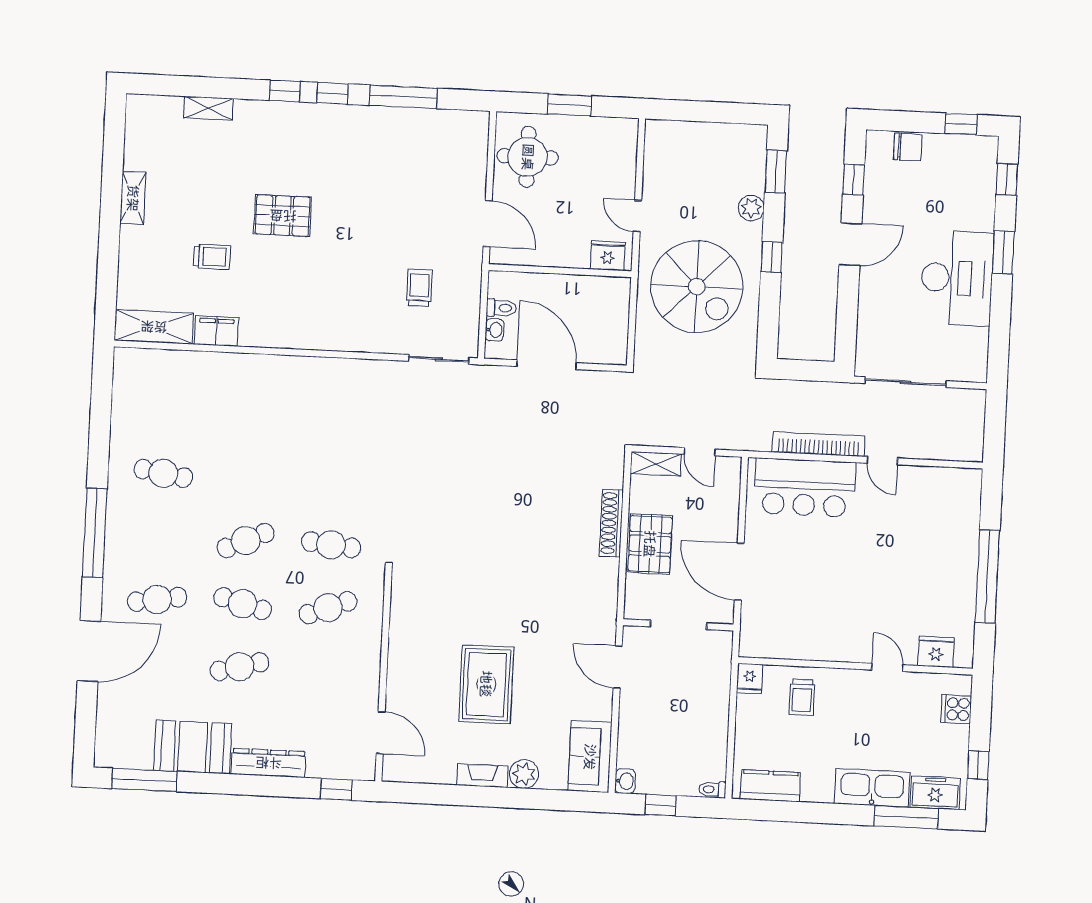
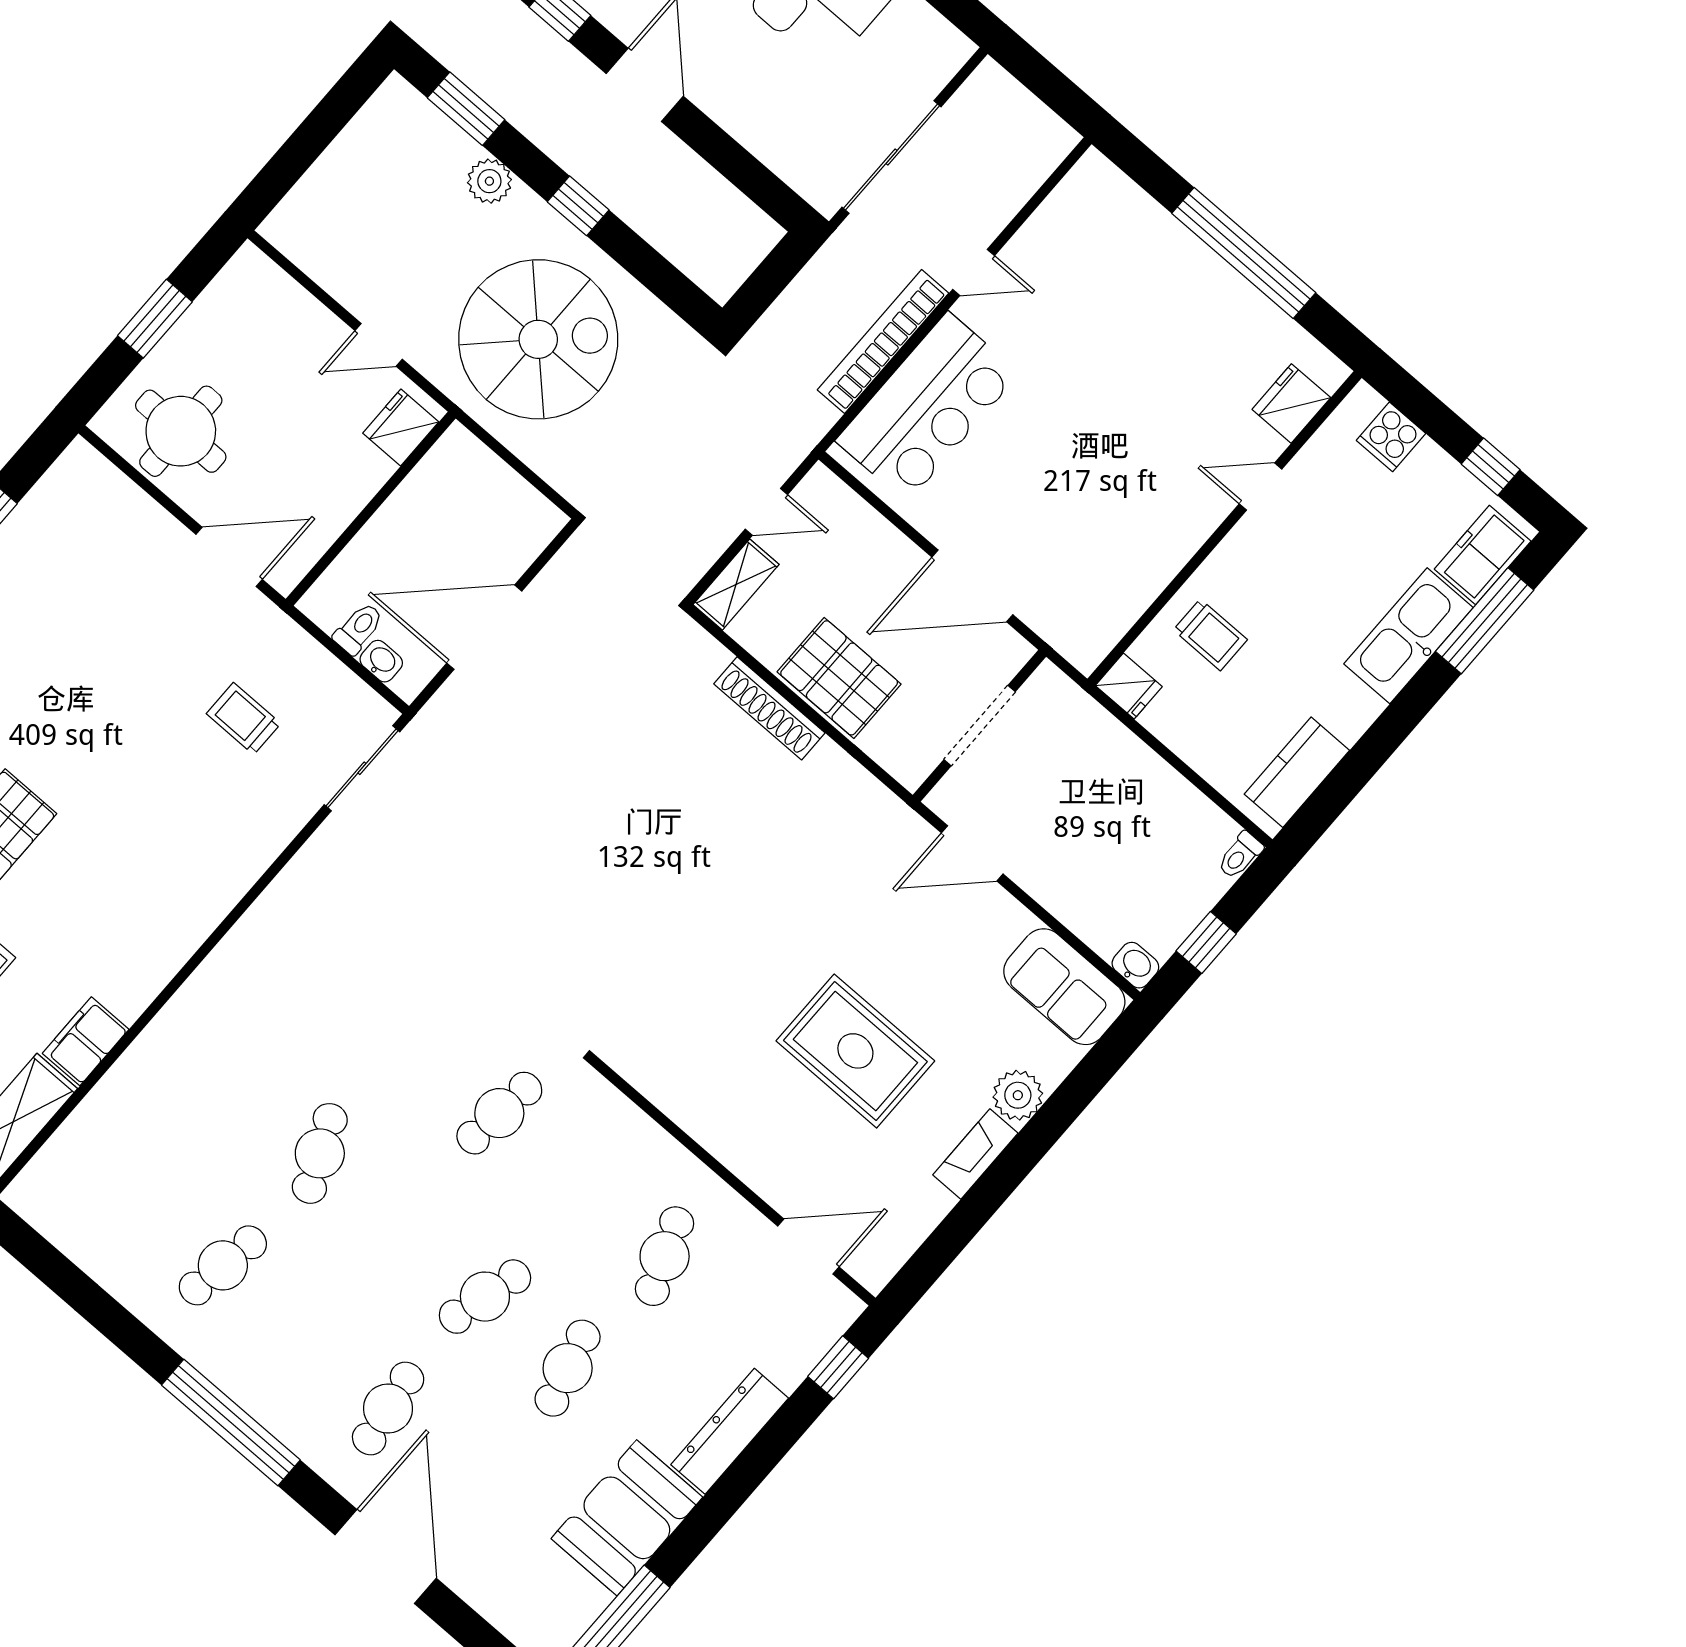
cafe table: (246, 541) -> (320, 1153), moved
cafe table: (328, 608) -> (665, 1256), moved

